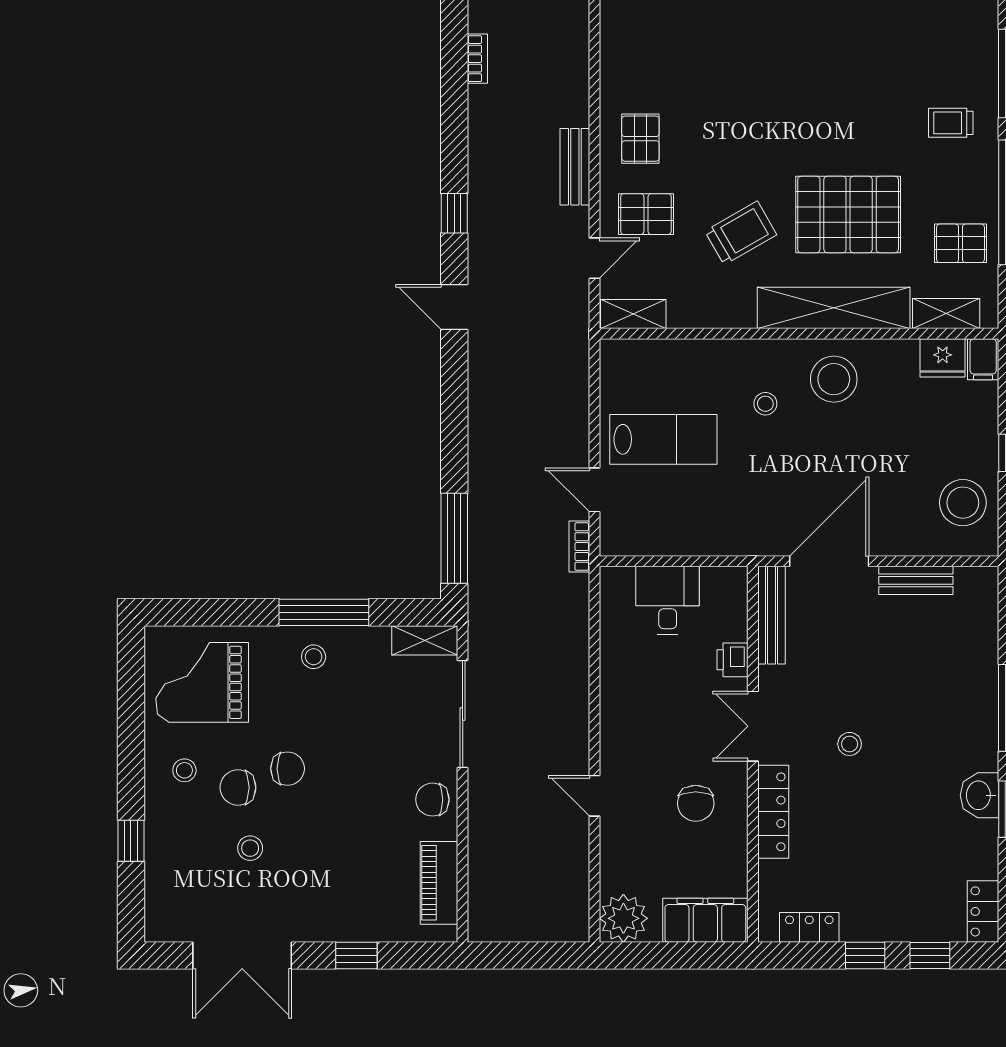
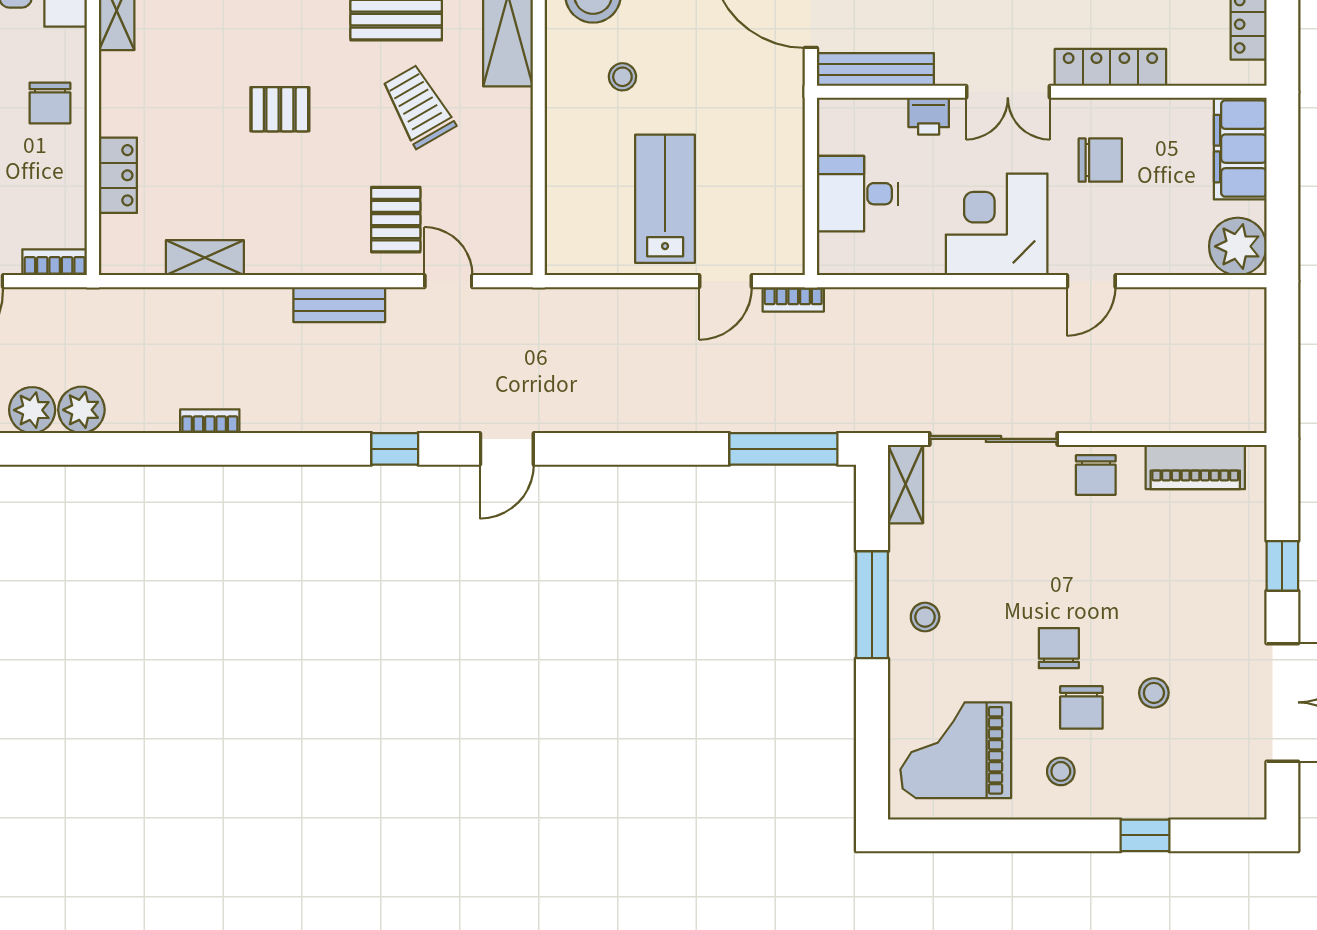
pallet: (640, 139) -> (280, 109), moved
shelving: (633, 314) -> (205, 258), moved, turned 90
grand piano: (202, 682) -> (956, 750), turned 90
corner desk: (642, 717) -> (997, 224), added

